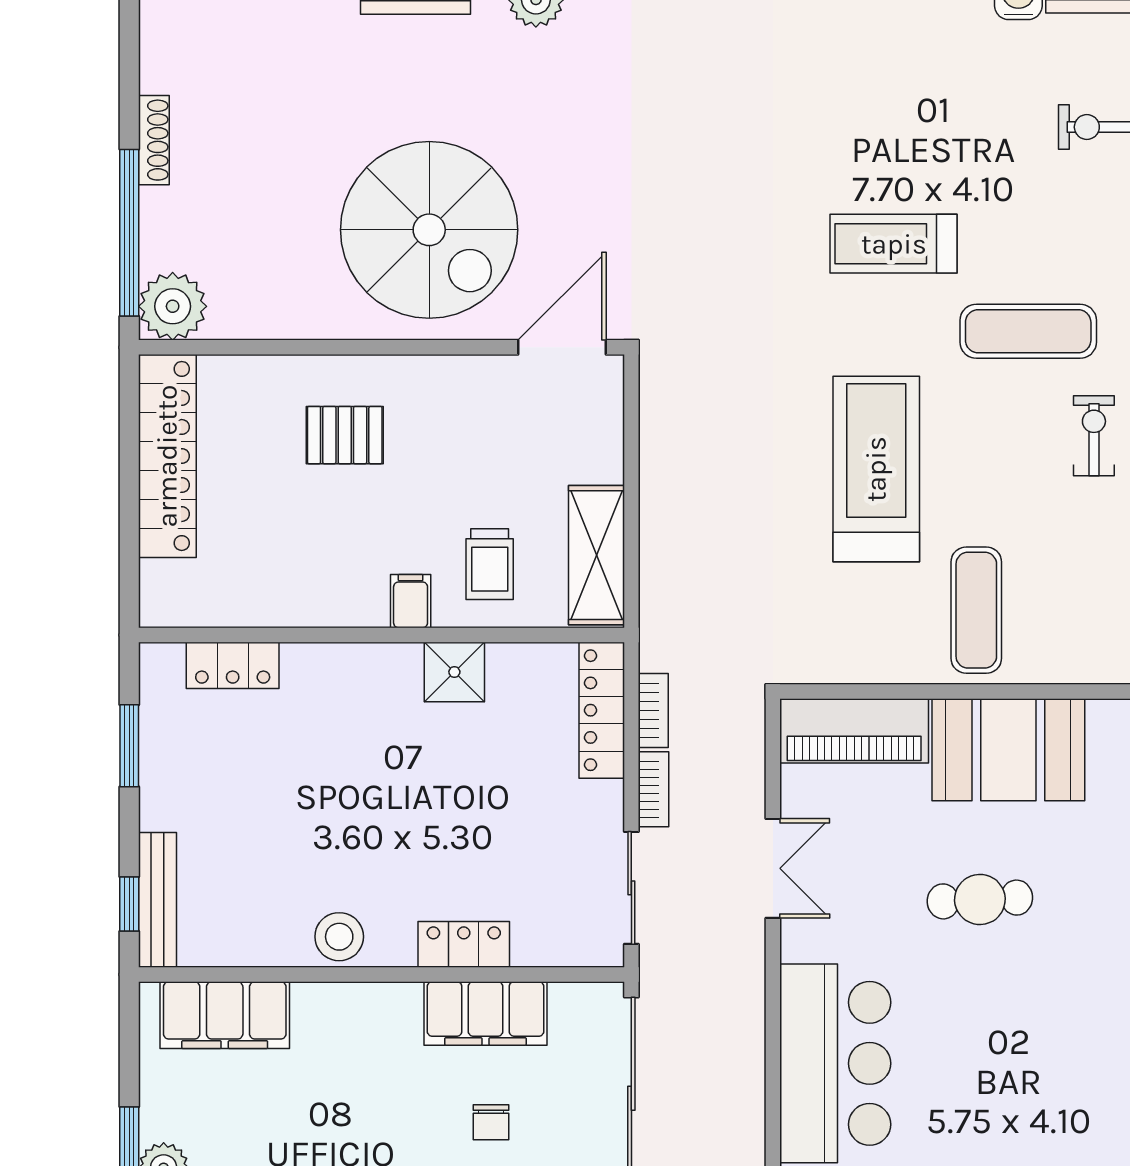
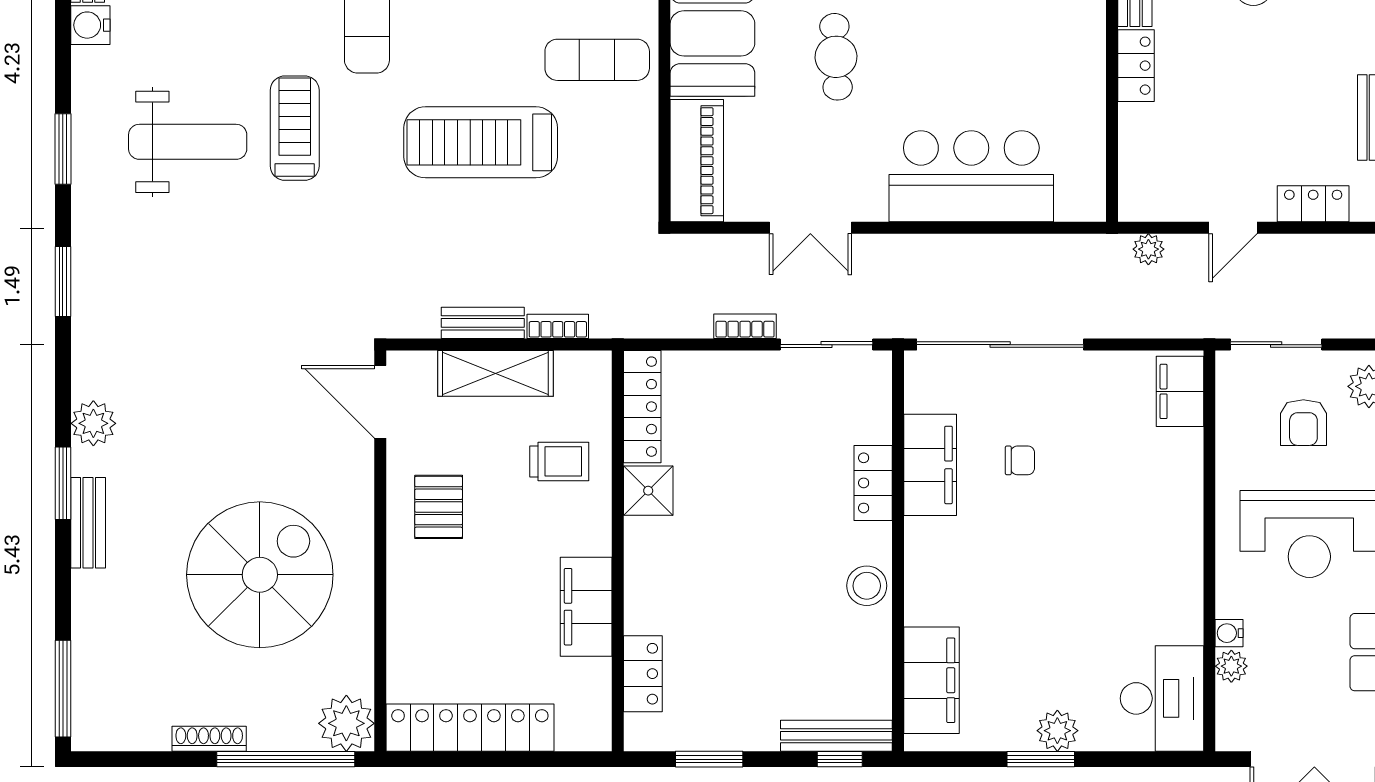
weight bench: (877, 114) -> (188, 142), added
spiral stairs: (429, 230) -> (260, 575), moved
treadmill: (894, 244) -> (295, 128), turned 180
pallet: (345, 435) -> (439, 507), moved
bench: (658, 471) -> (483, 323), added
shelving: (596, 555) -> (495, 373), moved
filing cabinet: (411, 601) -> (586, 607), moved, width x3.00, depth x1.17
locker: (602, 710) -> (642, 407), moved, turned -90
bookcase: (653, 711) -> (558, 326), moved
double door: (773, 868) -> (810, 228), swing flipped

